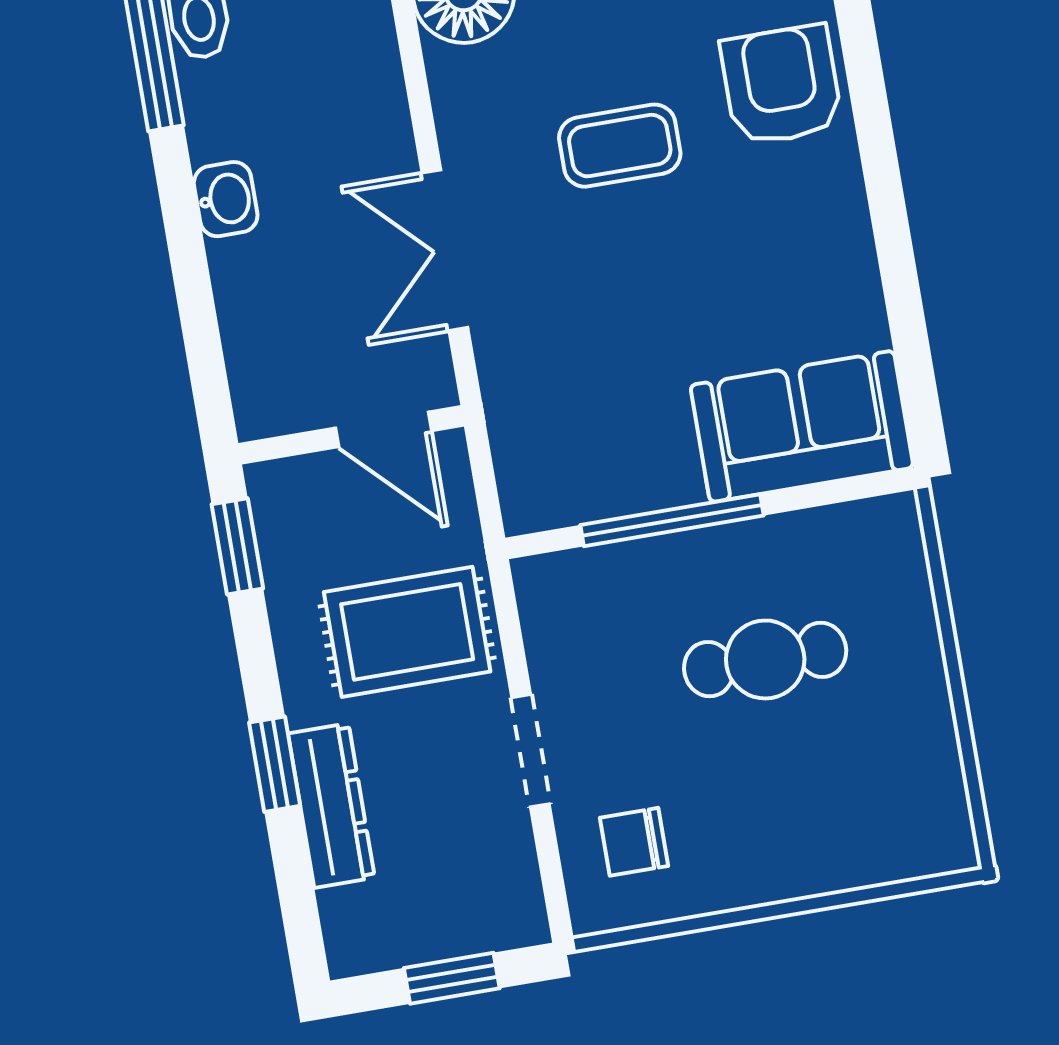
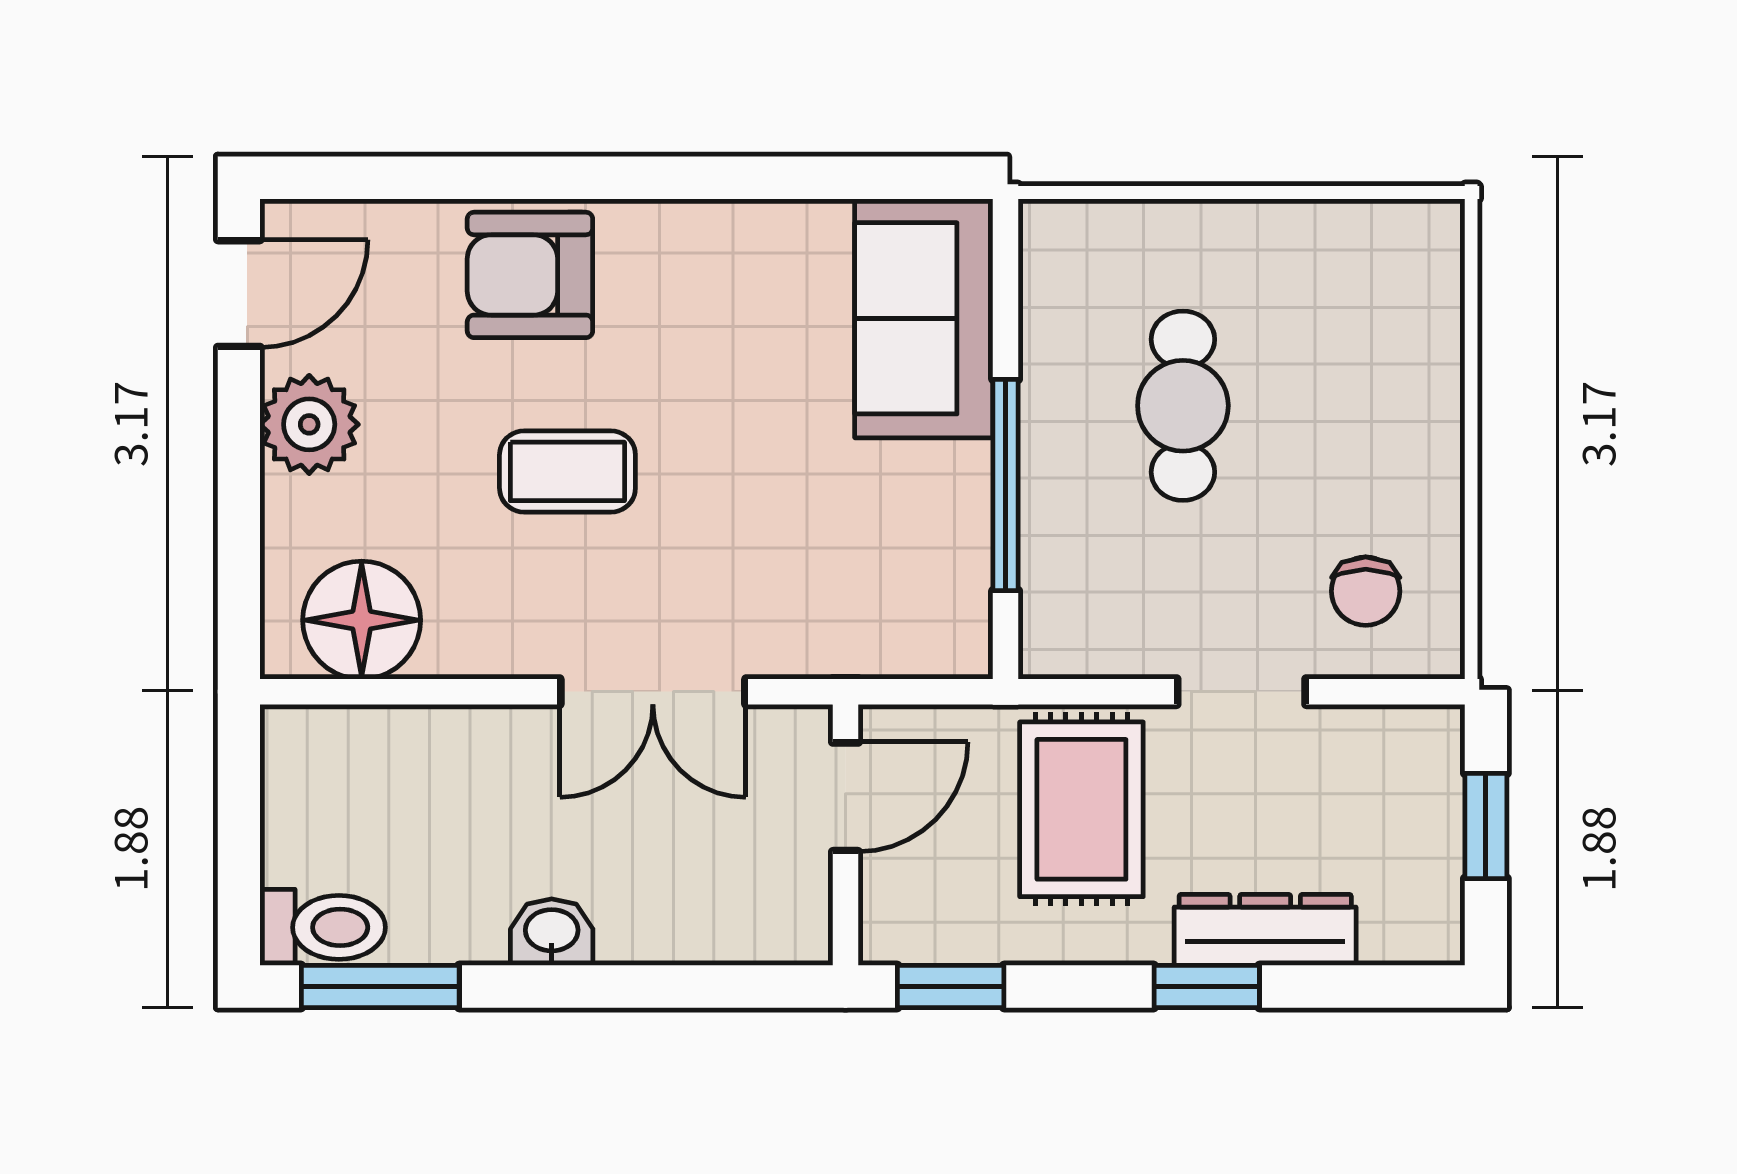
coffee table: (620, 146) -> (567, 471), turned 90

